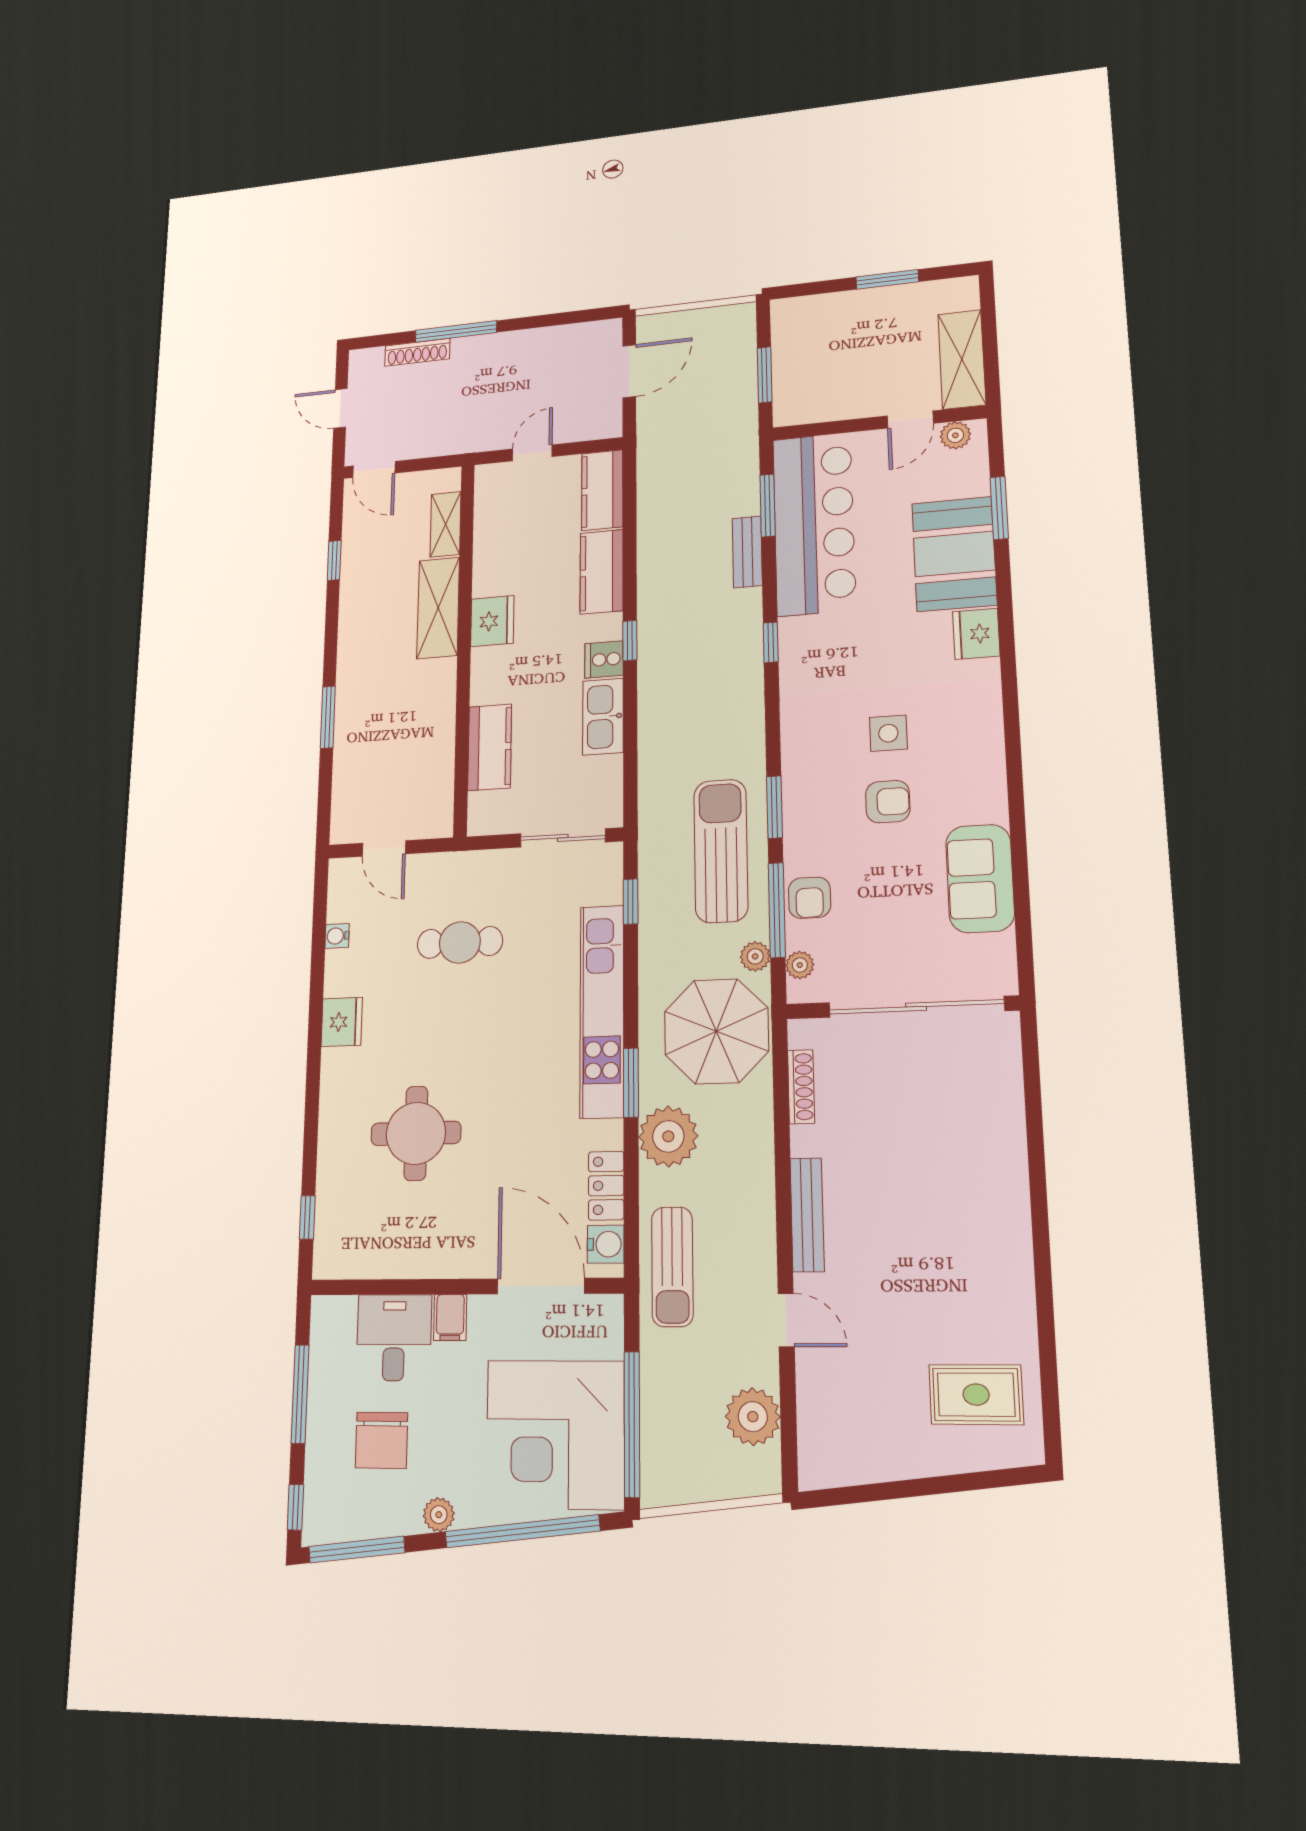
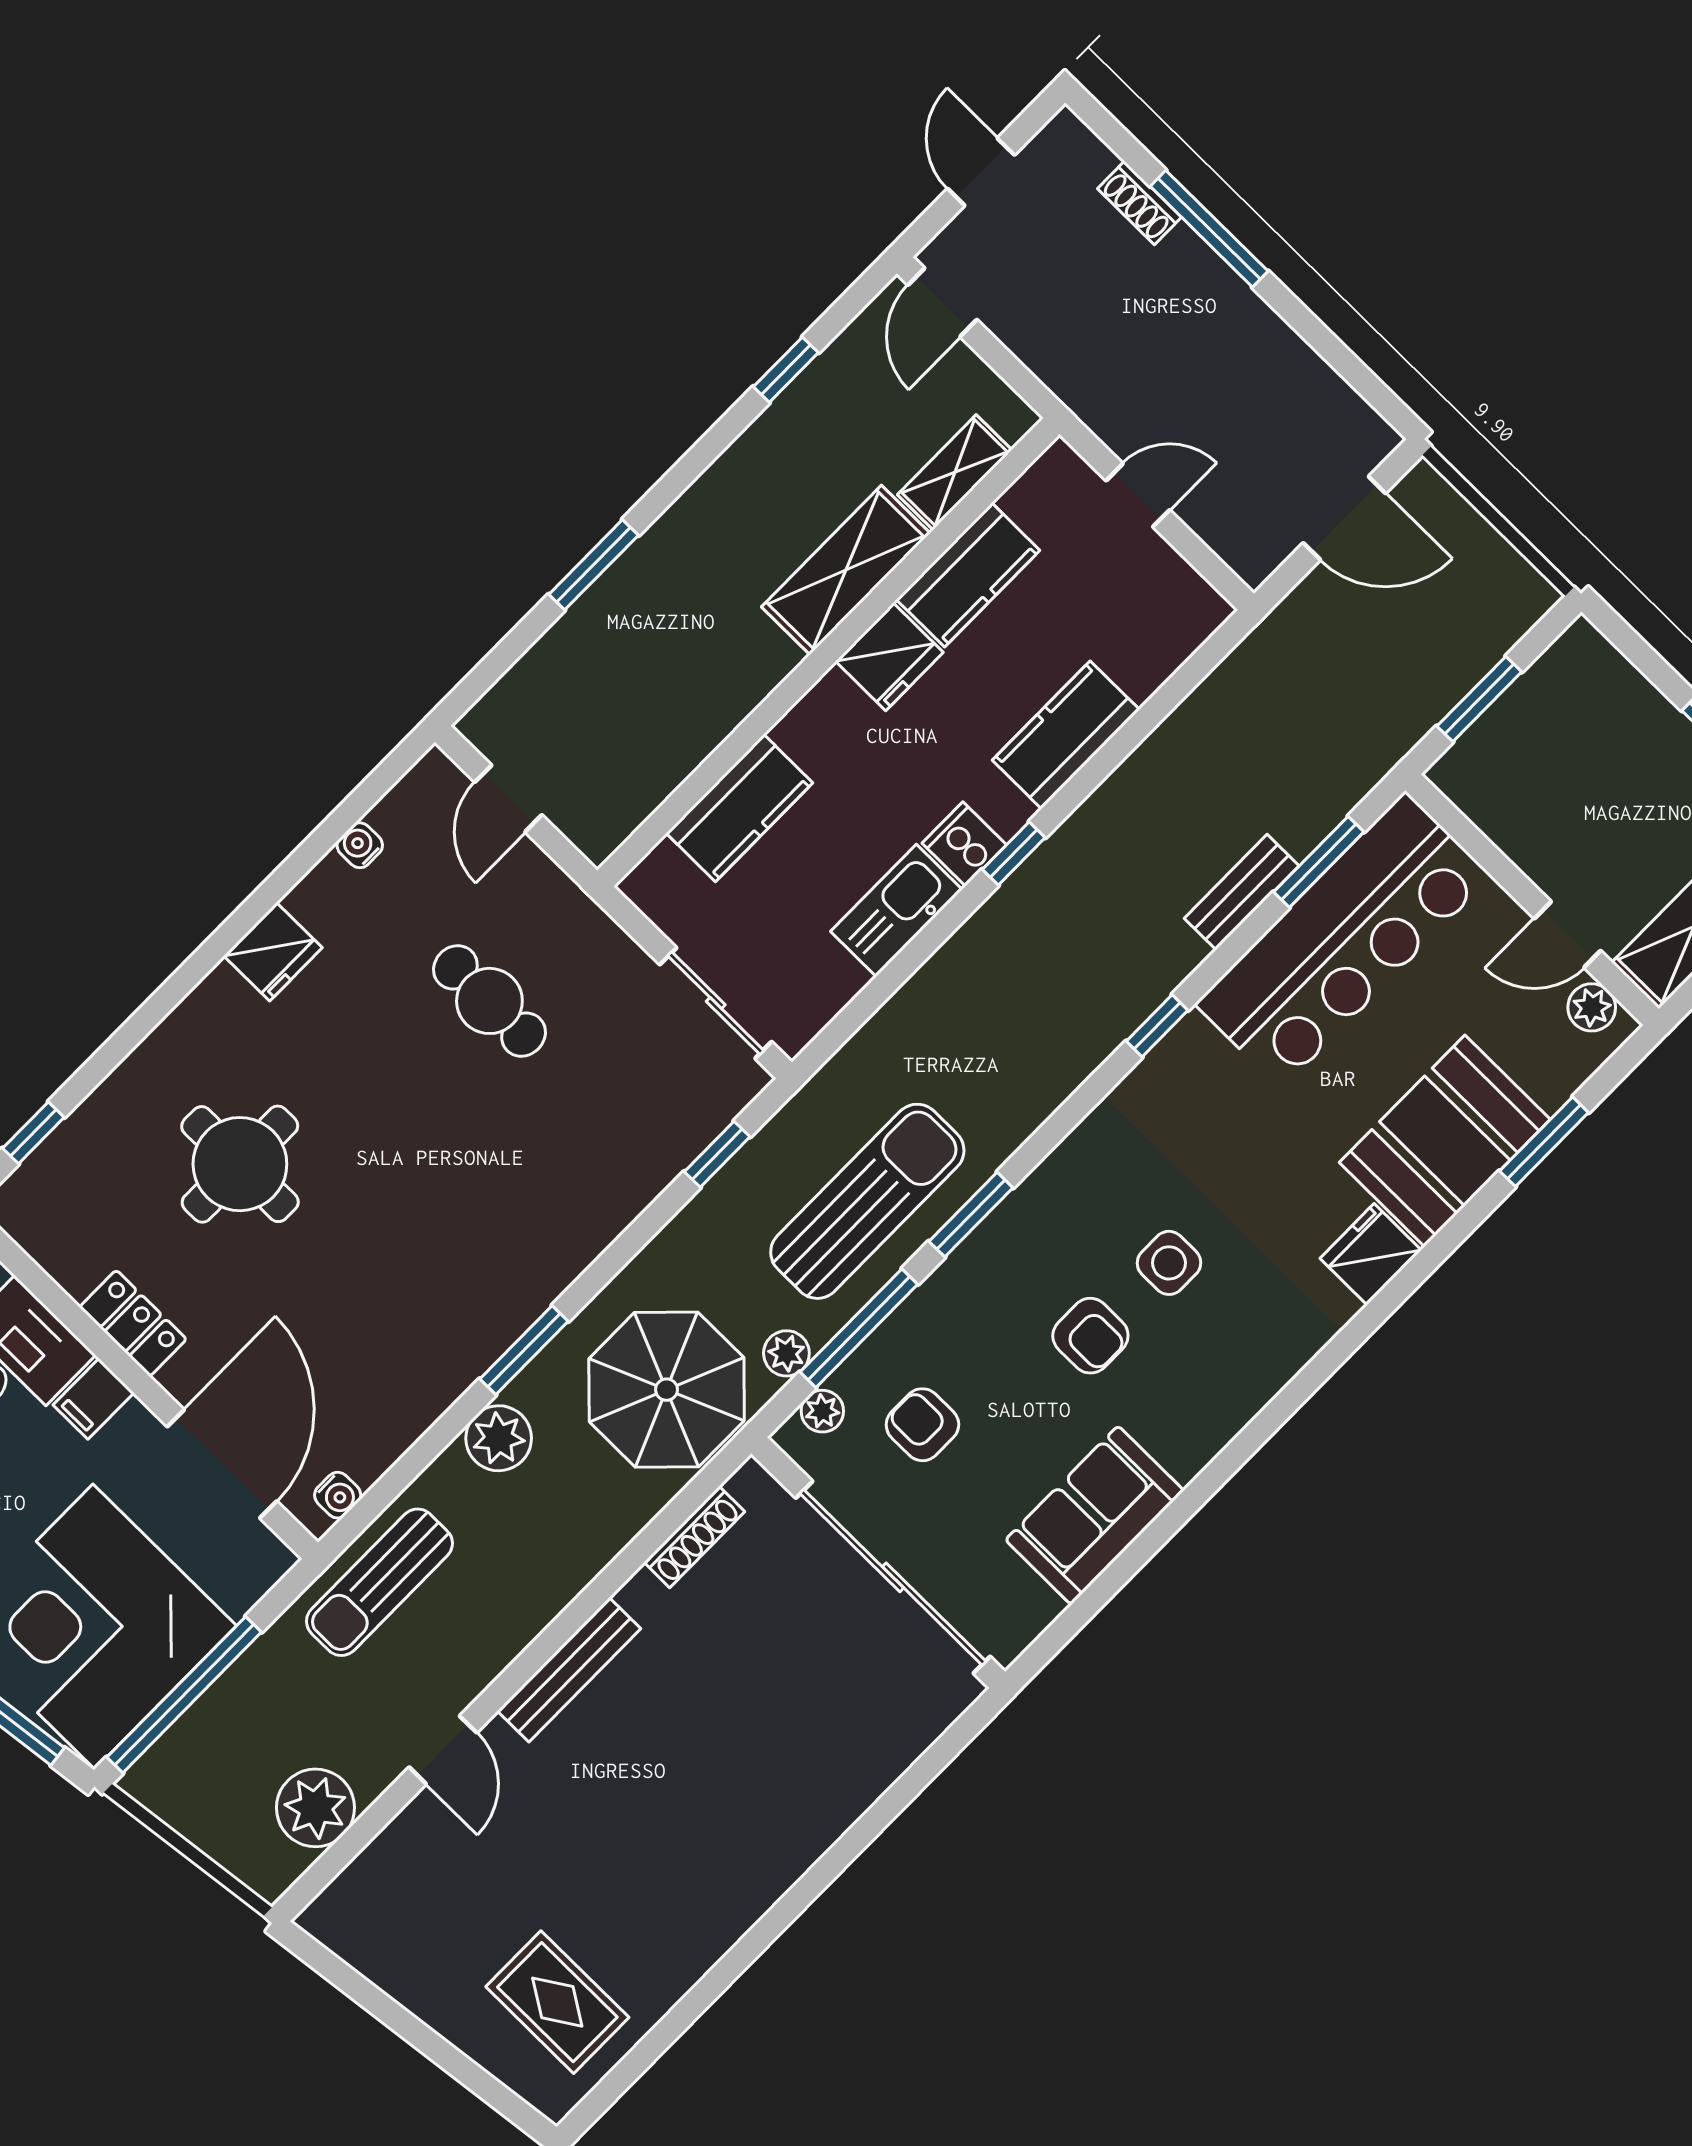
shoe rack: (417, 352) -> (1139, 203), width x0.70
kitchen counter: (602, 490) -> (968, 575), moved, turned 180
armchair: (810, 898) -> (922, 1425), moved, turned 90
kitchen unit: (602, 1011) -> (569, 1241), removed
plant: (668, 1136) -> (499, 1438), width x0.73, depth x0.73
locker: (606, 1186) -> (133, 1323), moved, turned 90
water cooler: (606, 1244) -> (338, 1495), width x0.72, depth x0.72

